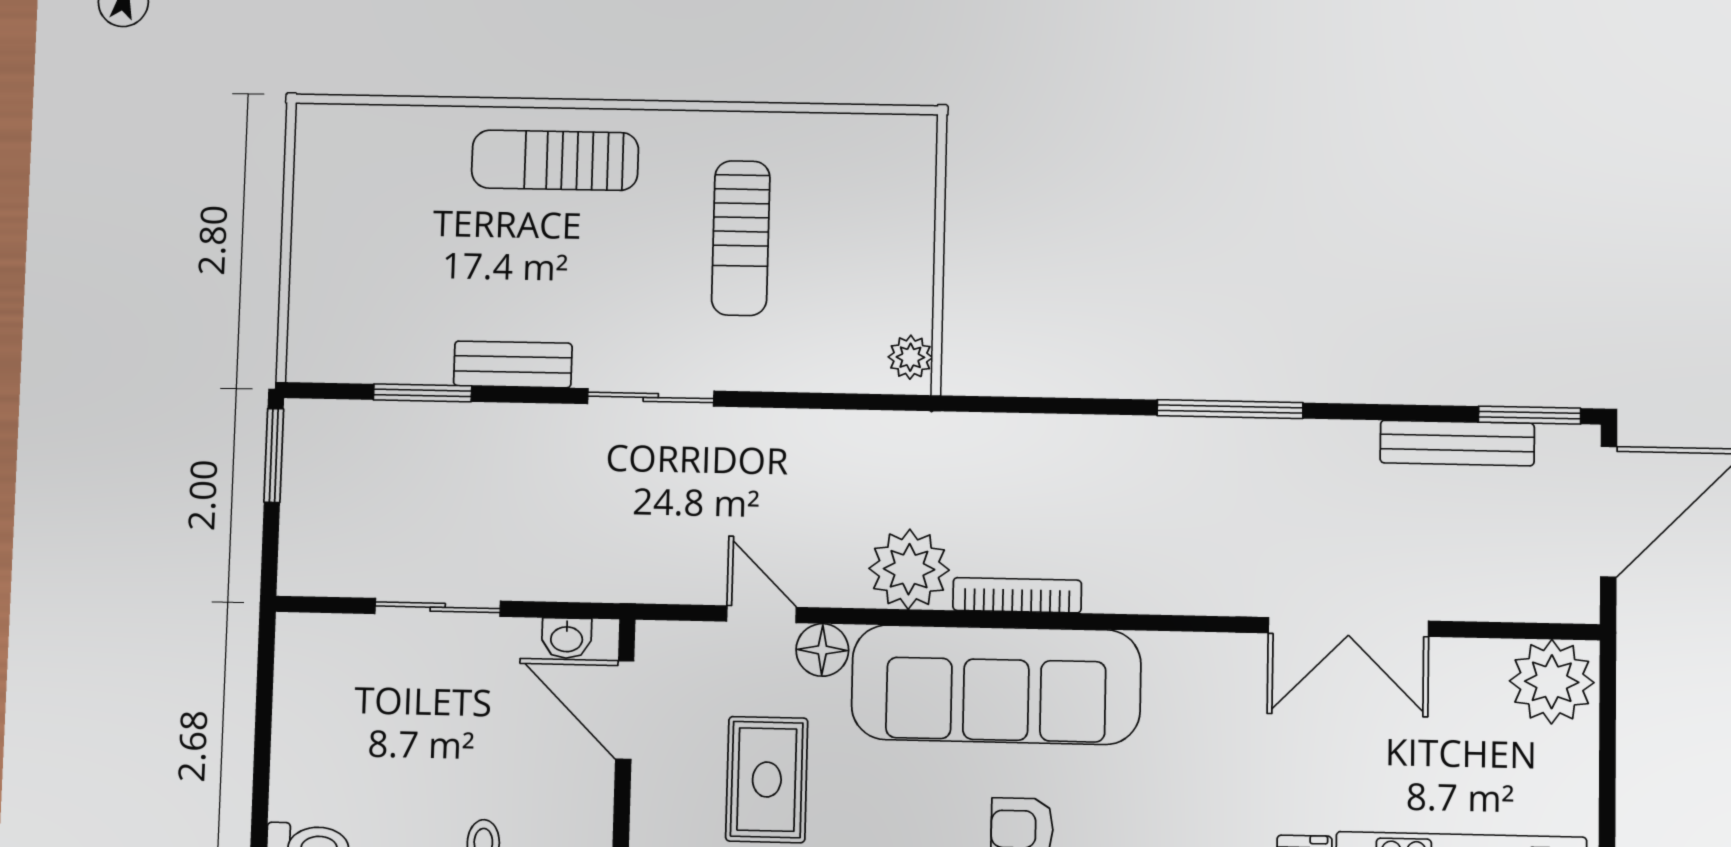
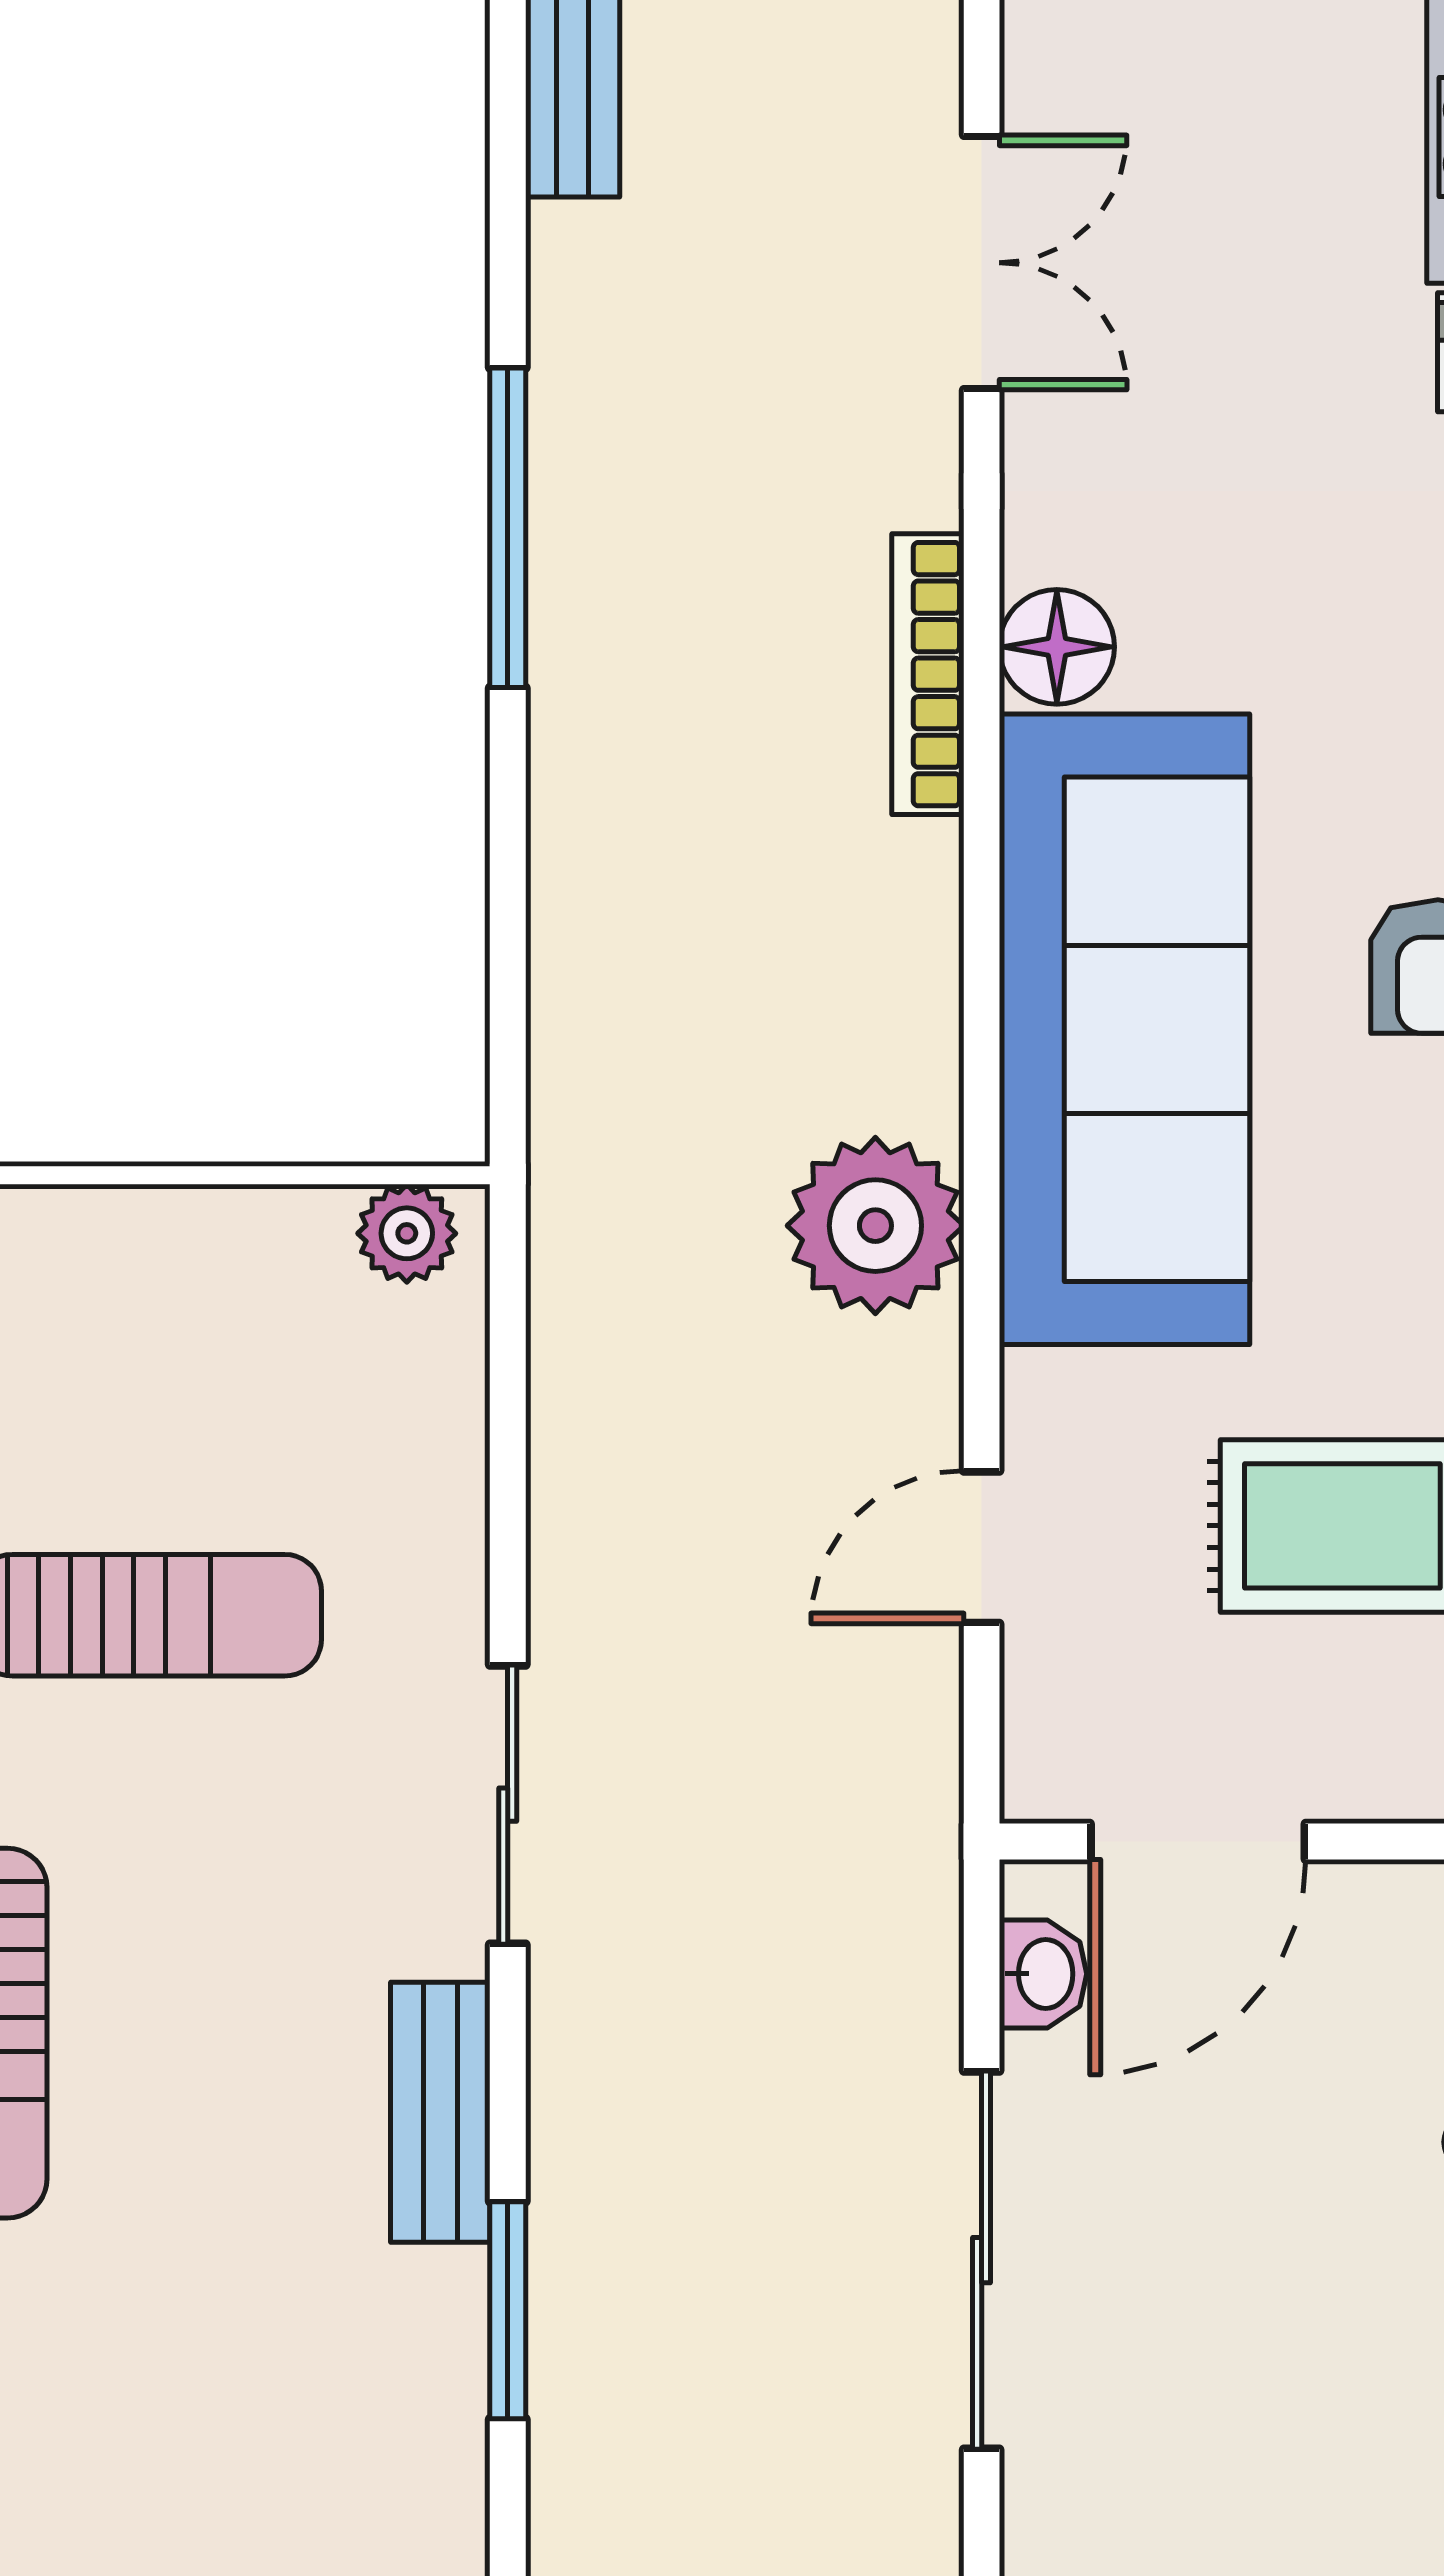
bookcase: (1017, 595) -> (928, 674), moved
sliding door: (438, 607) -> (982, 2260), width x1.37
double door: (1348, 627) -> (982, 263), width x0.73
floor lamp: (822, 650) -> (1057, 647), moved

